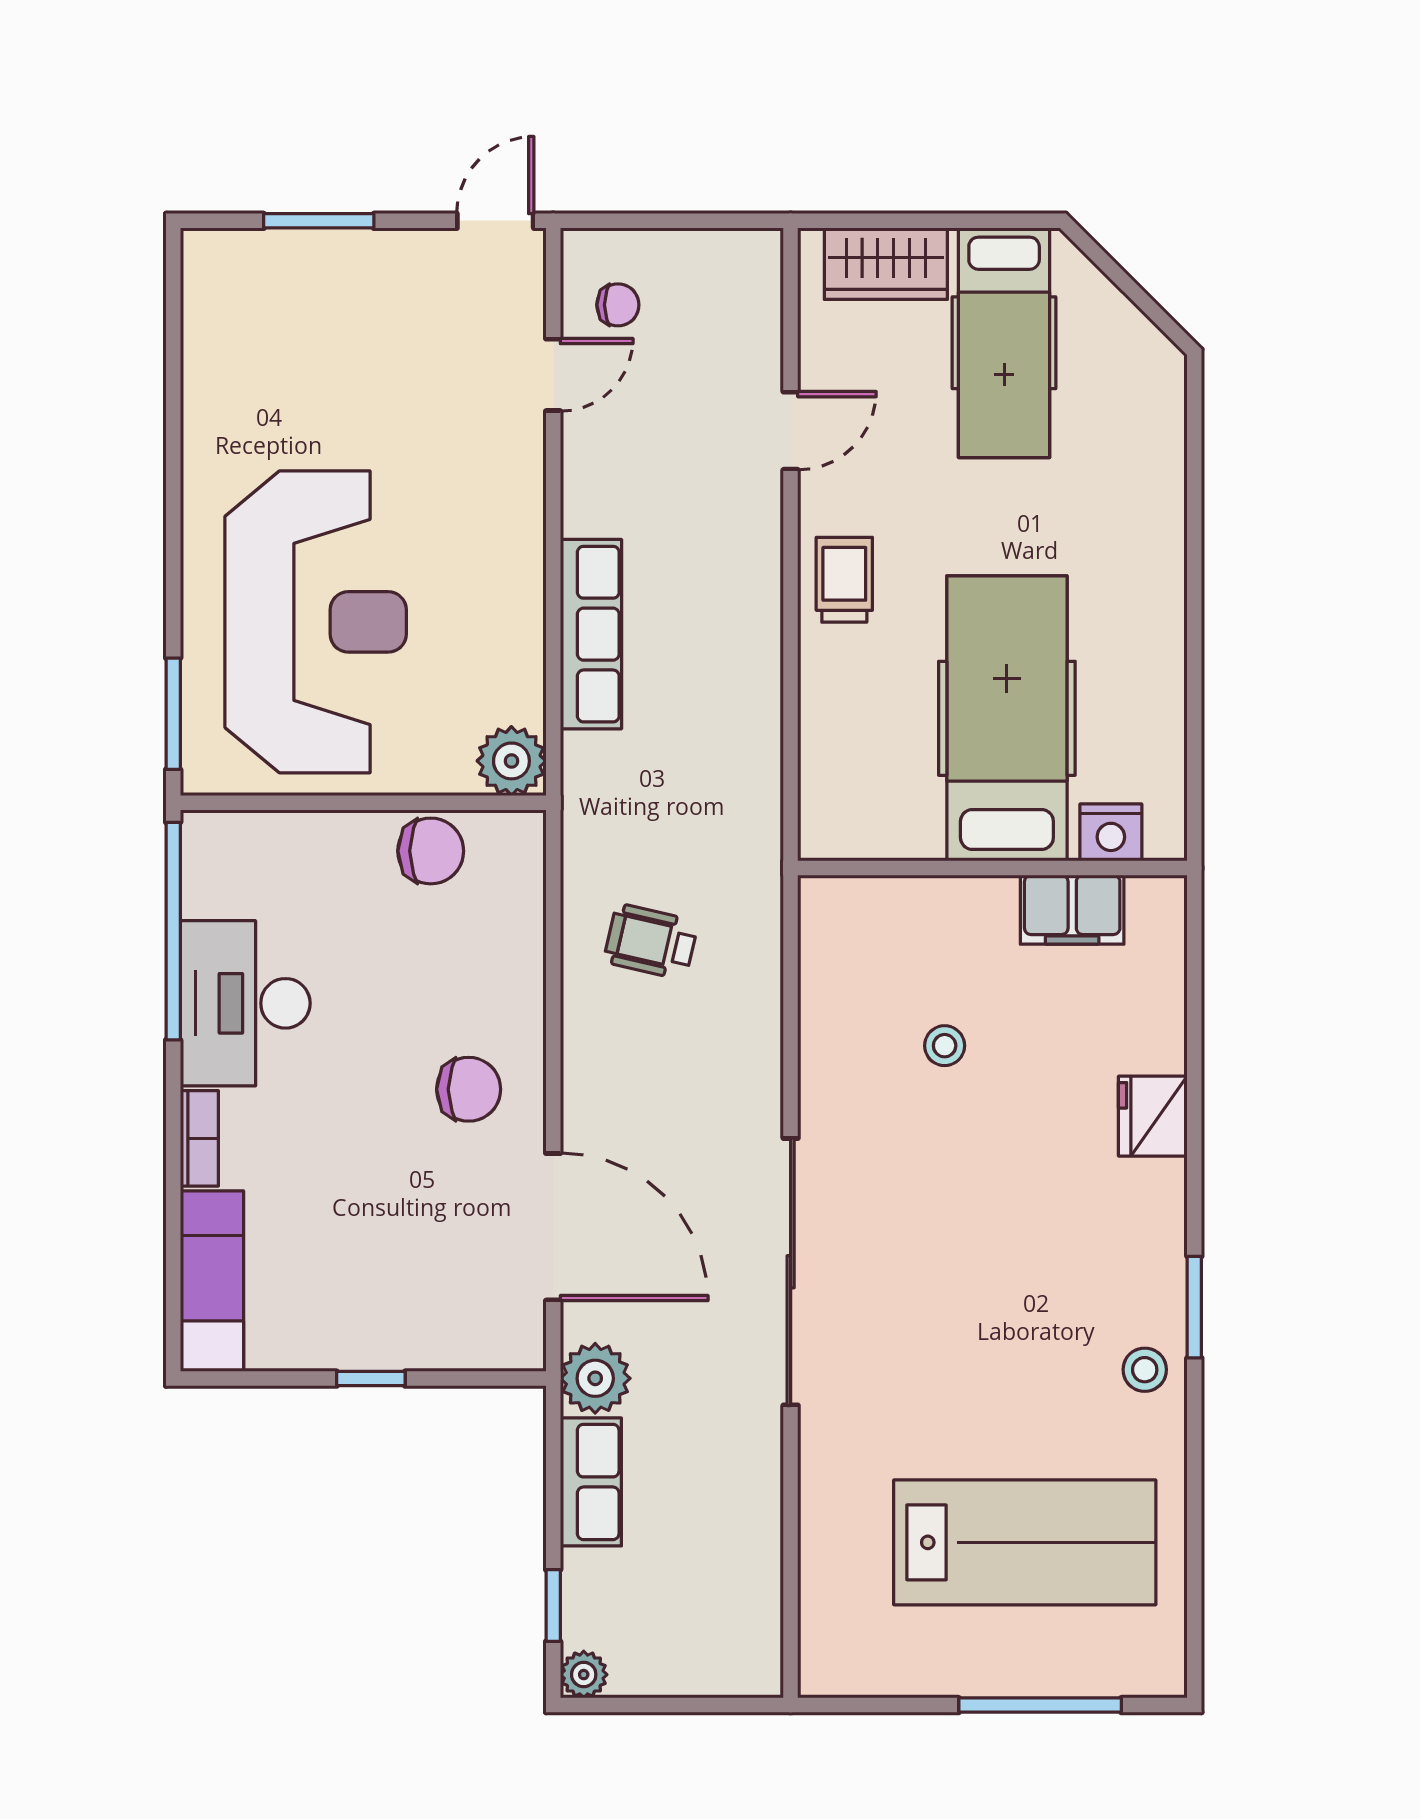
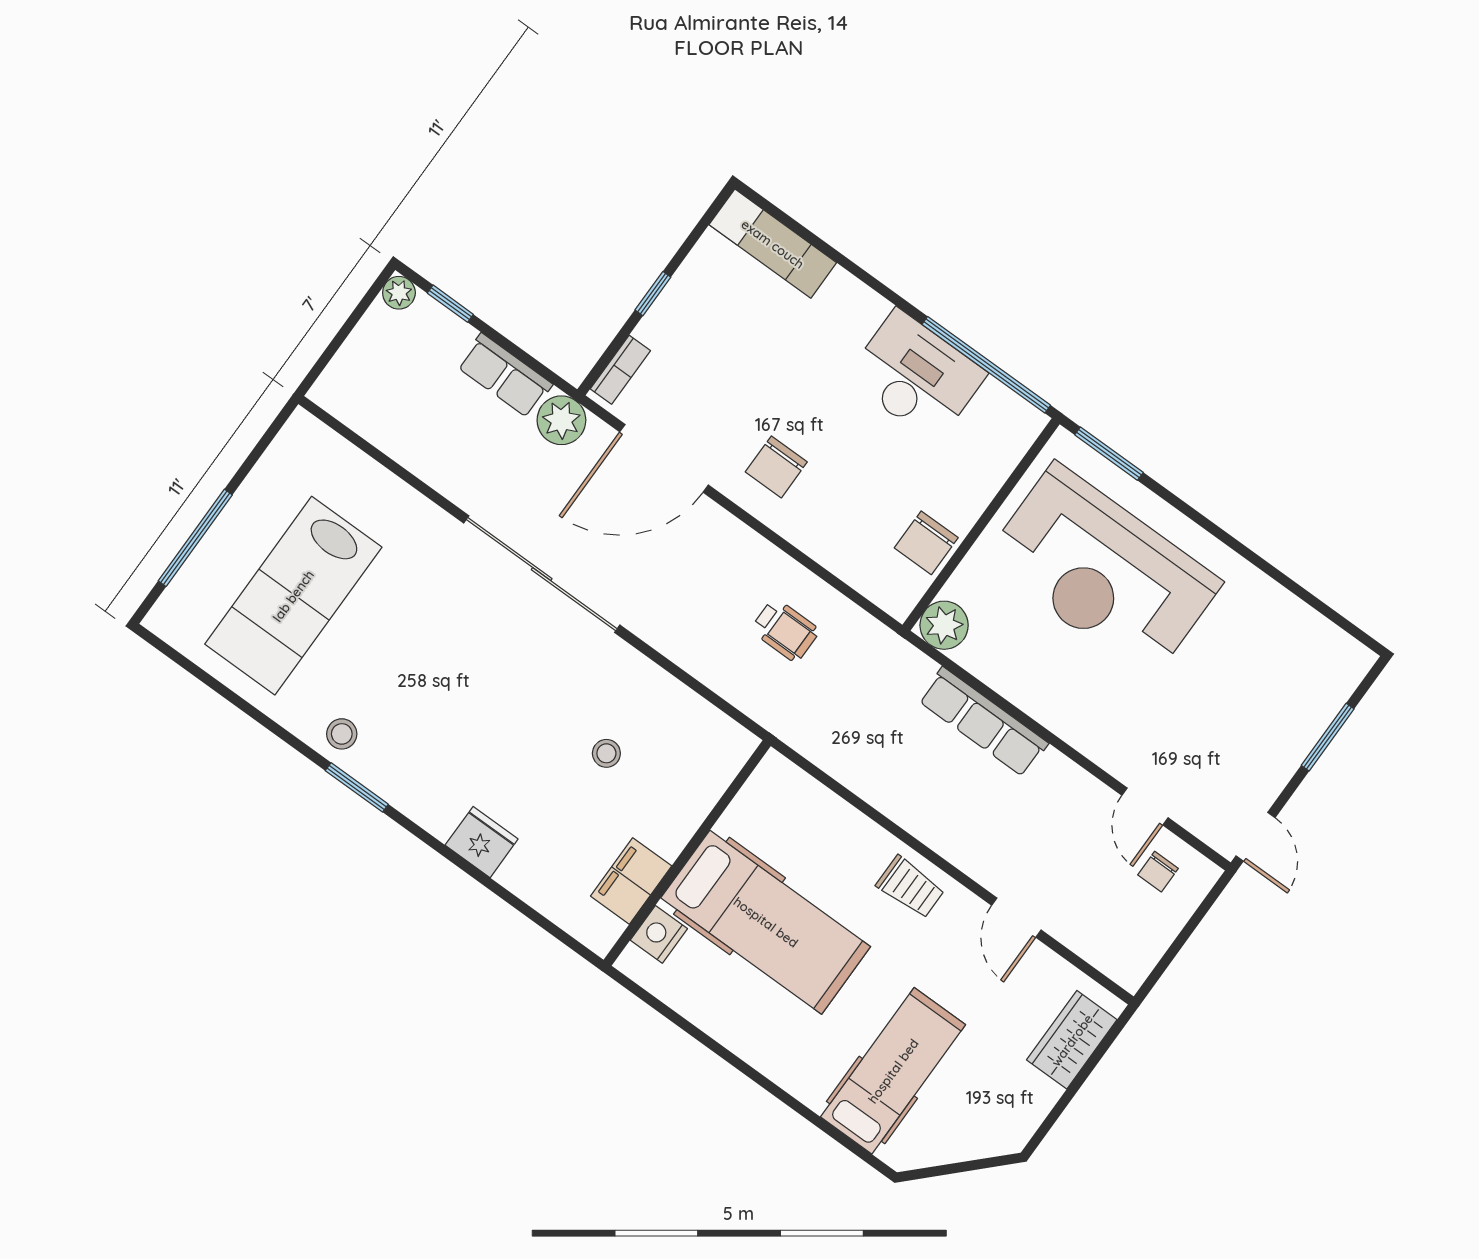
hospital bed: (1004, 343) -> (893, 1071), moved, turned 90
wheelchair: (651, 942) -> (785, 630), turned 77
bookcase: (199, 1138) -> (620, 370), moved, turned -90

